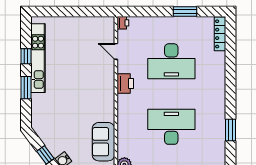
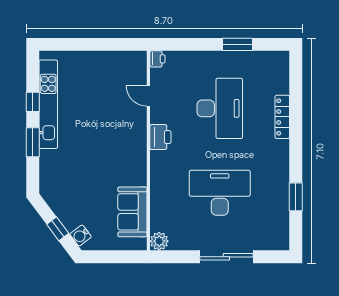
locker: (220, 34) -> (282, 117), moved
desk: (171, 61) -> (220, 108), turned -90

